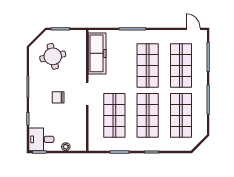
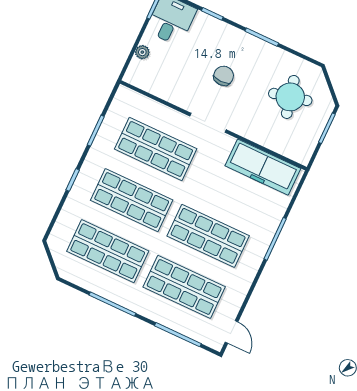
door: (193, 29) -> (232, 332), hinge flipped

